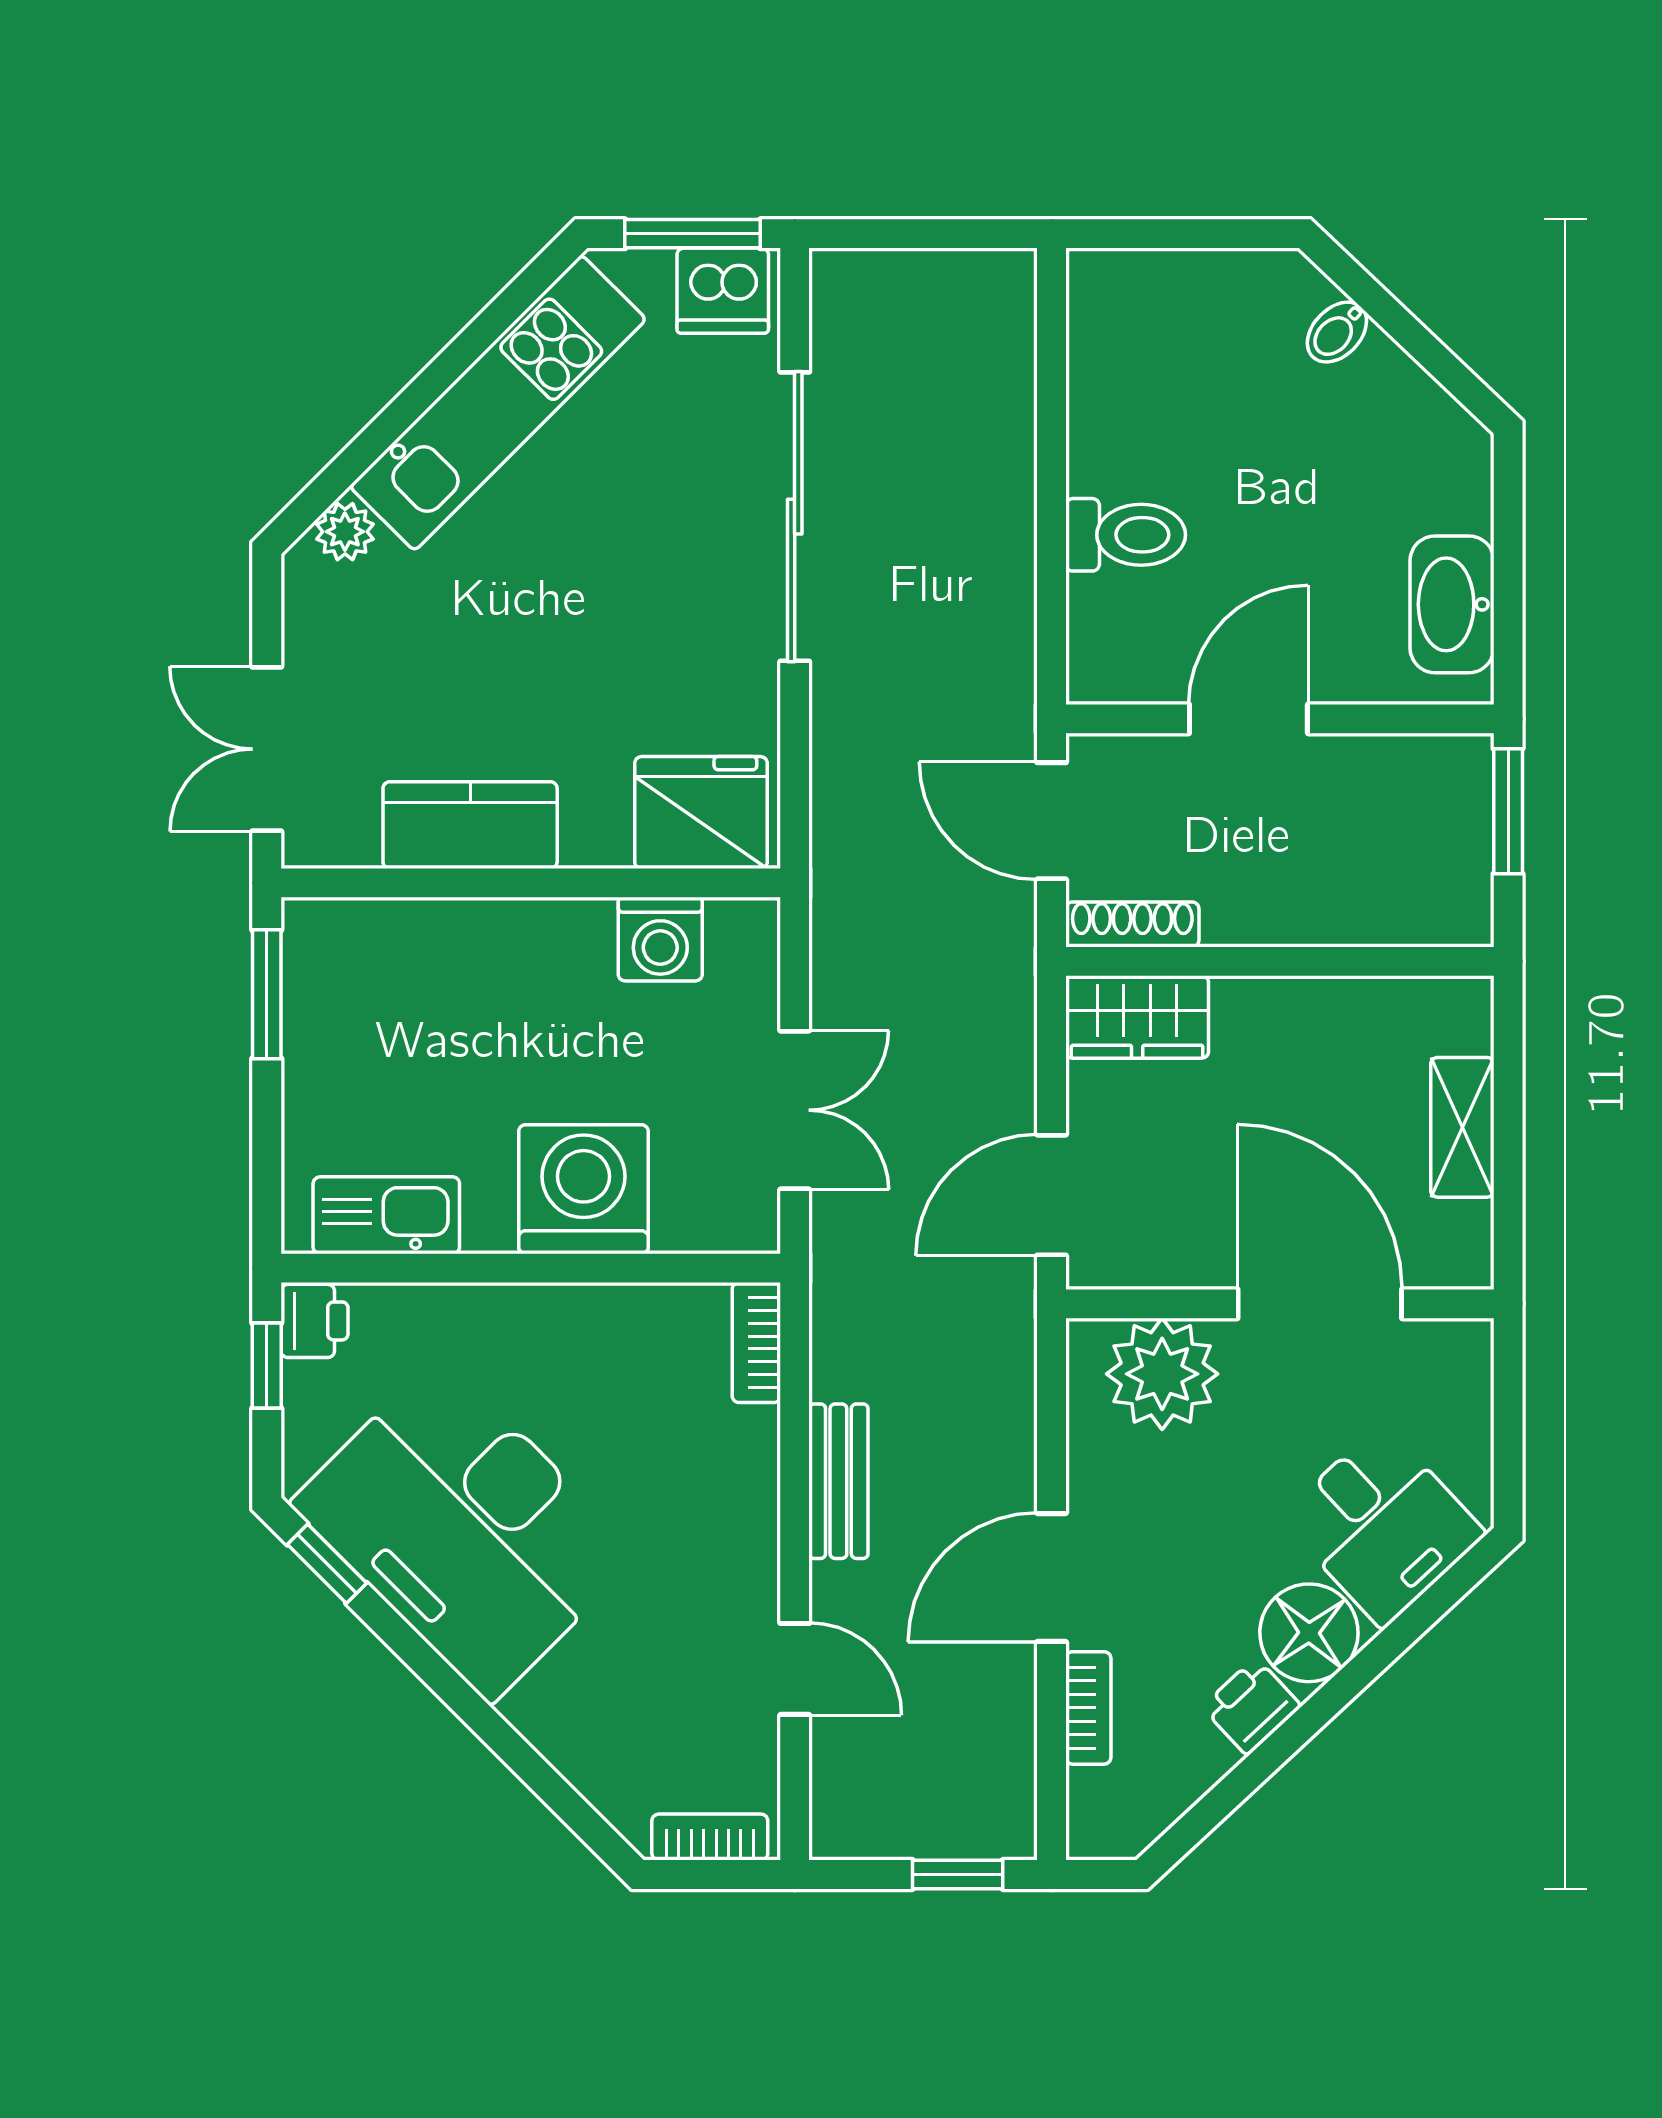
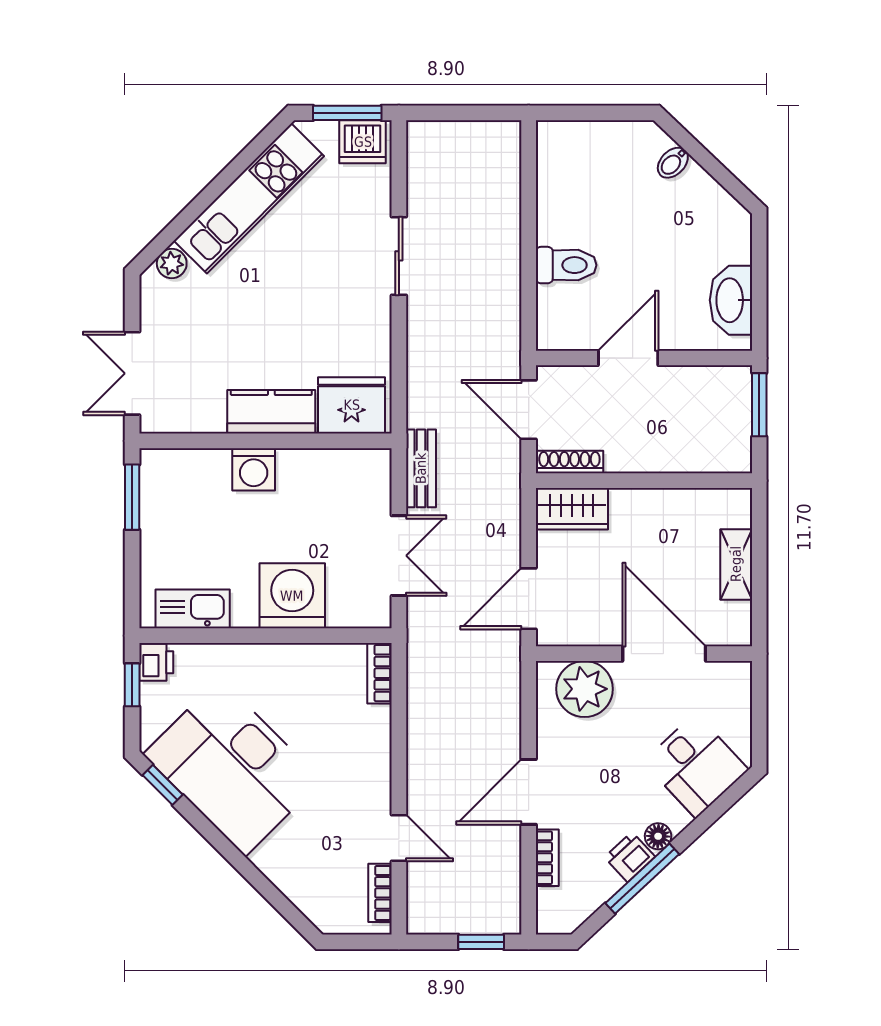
sliding door: (795, 517) -> (399, 256), width x0.54
kitchen counter: (470, 825) -> (271, 412), moved
washing machine: (660, 939) -> (254, 469), moved
bench: (838, 1481) -> (421, 468), moved
floor lamp: (1309, 1633) -> (658, 836), width x0.53, depth x0.53
window: (1276, 1749) -> (642, 879), added
bookcase: (710, 1837) -> (380, 893), moved, turned -90

